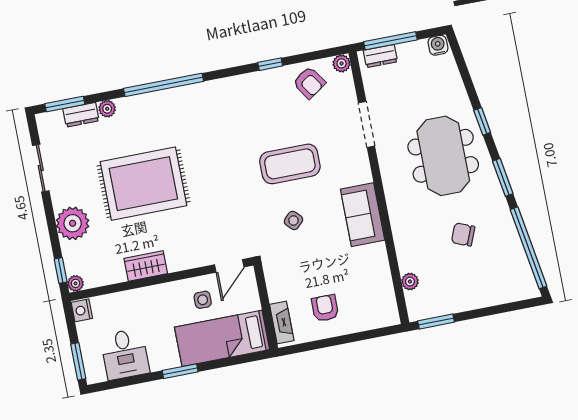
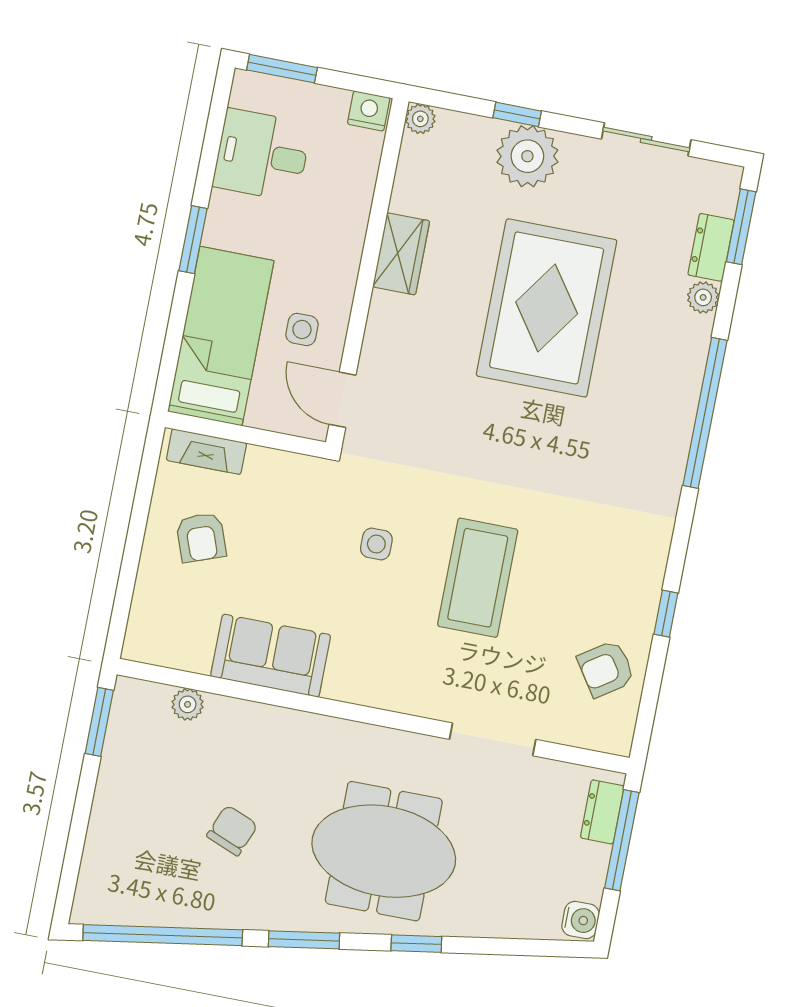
plant: (342, 63) -> (617, 739), removed
sofa: (363, 215) -> (271, 656), moved
side table: (293, 220) -> (376, 544), turned 45
window: (61, 270) -> (517, 114), moved
armchair: (325, 308) -> (201, 537), turned 70

